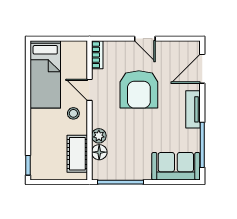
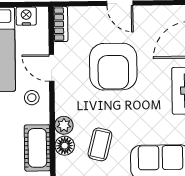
nightstand: (70, 48) -> (26, 16), added
coffee table: (128, 152) -> (100, 144), added

